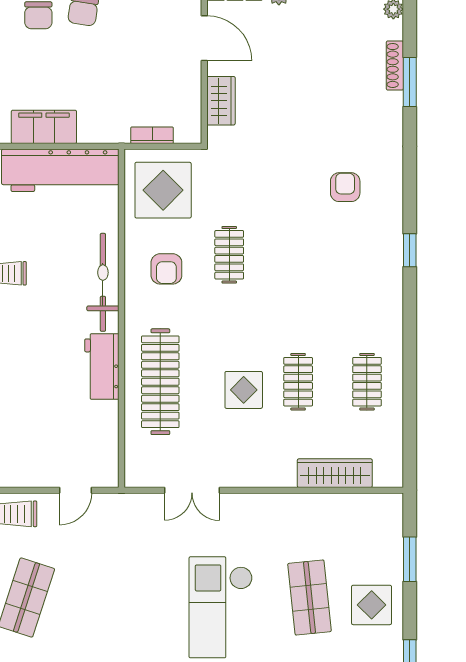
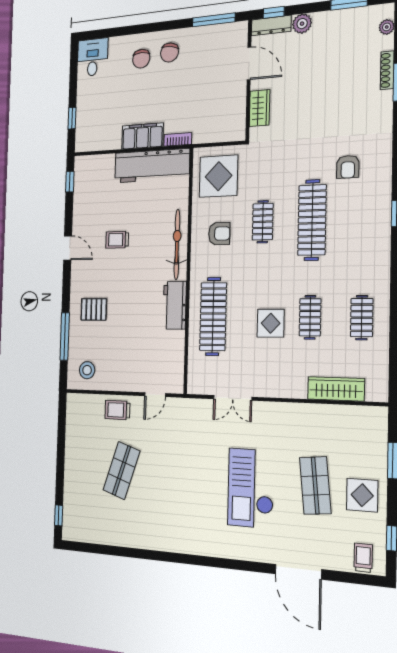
bookcase: (152, 135) -> (178, 139), moved
armchair: (345, 187) -> (348, 167), turned 180
clothes rail: (298, 255) -> (312, 220), added
armchair: (166, 269) -> (219, 234), turned -90

